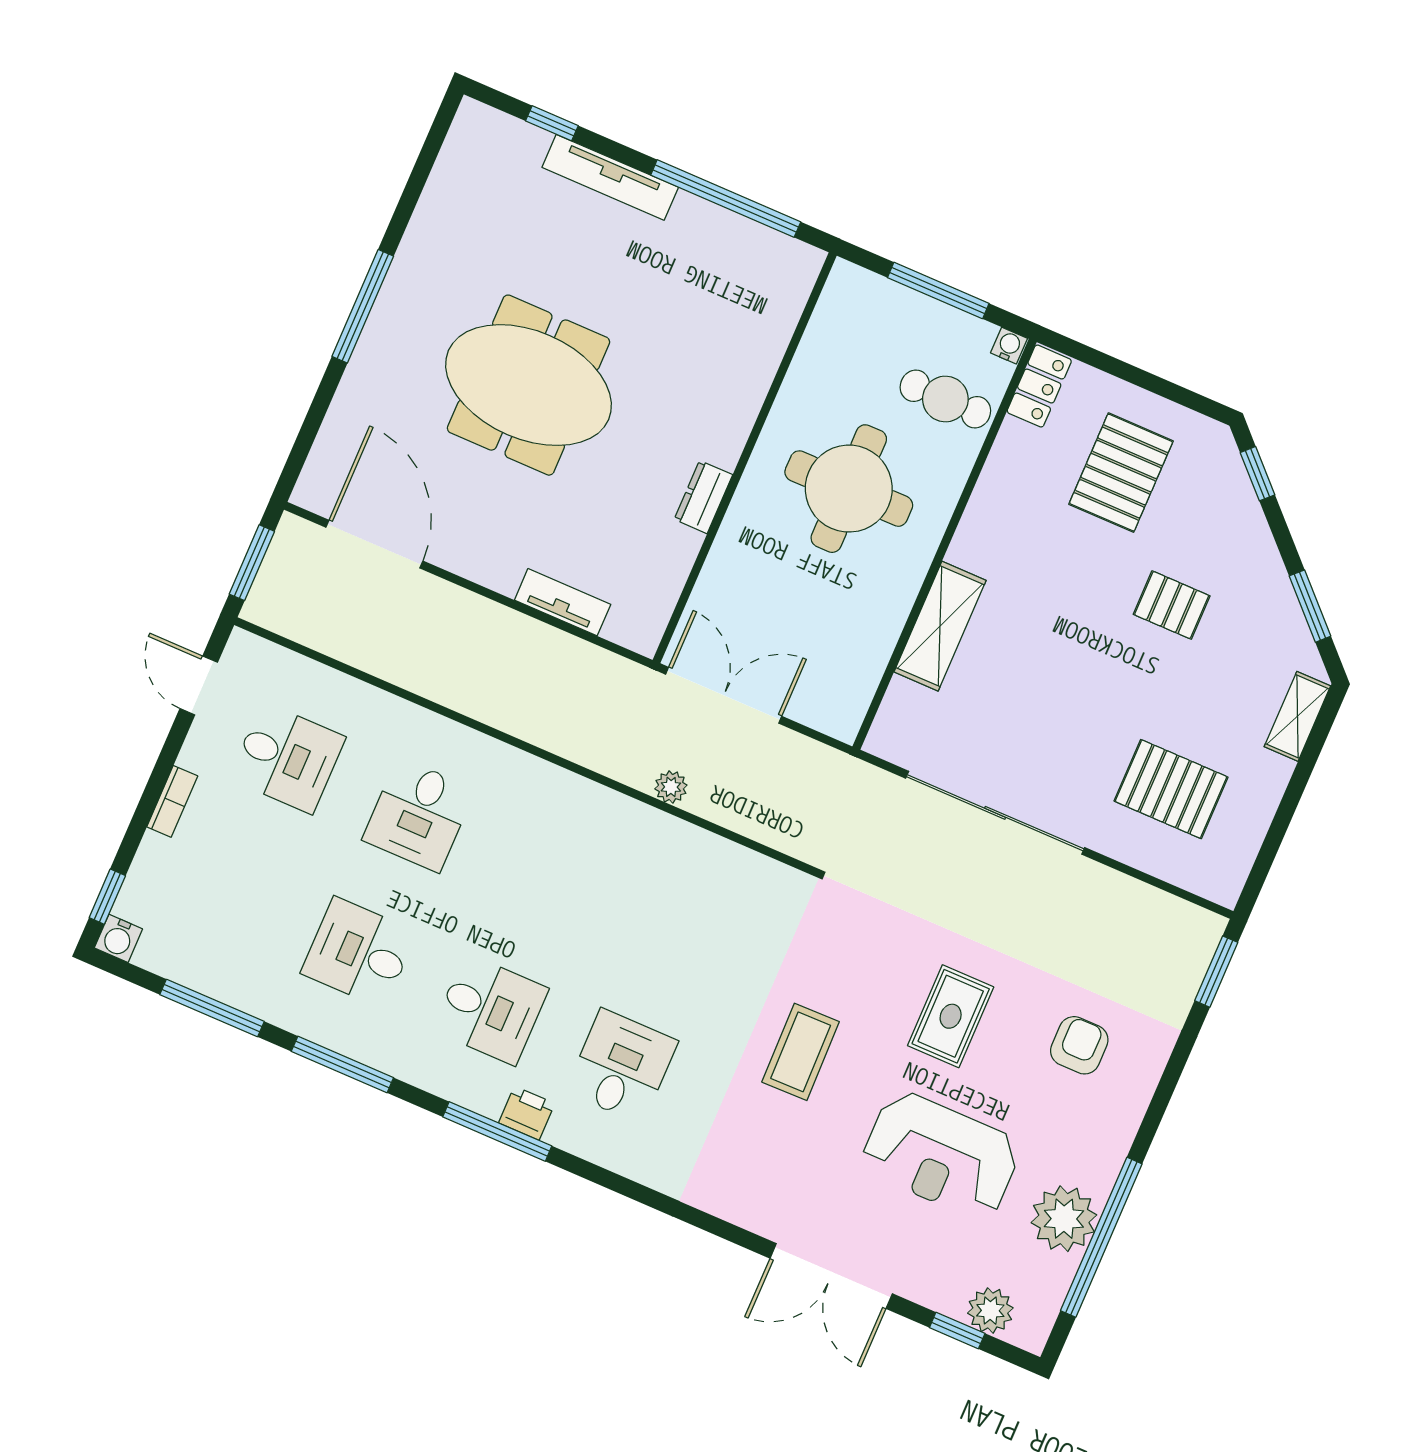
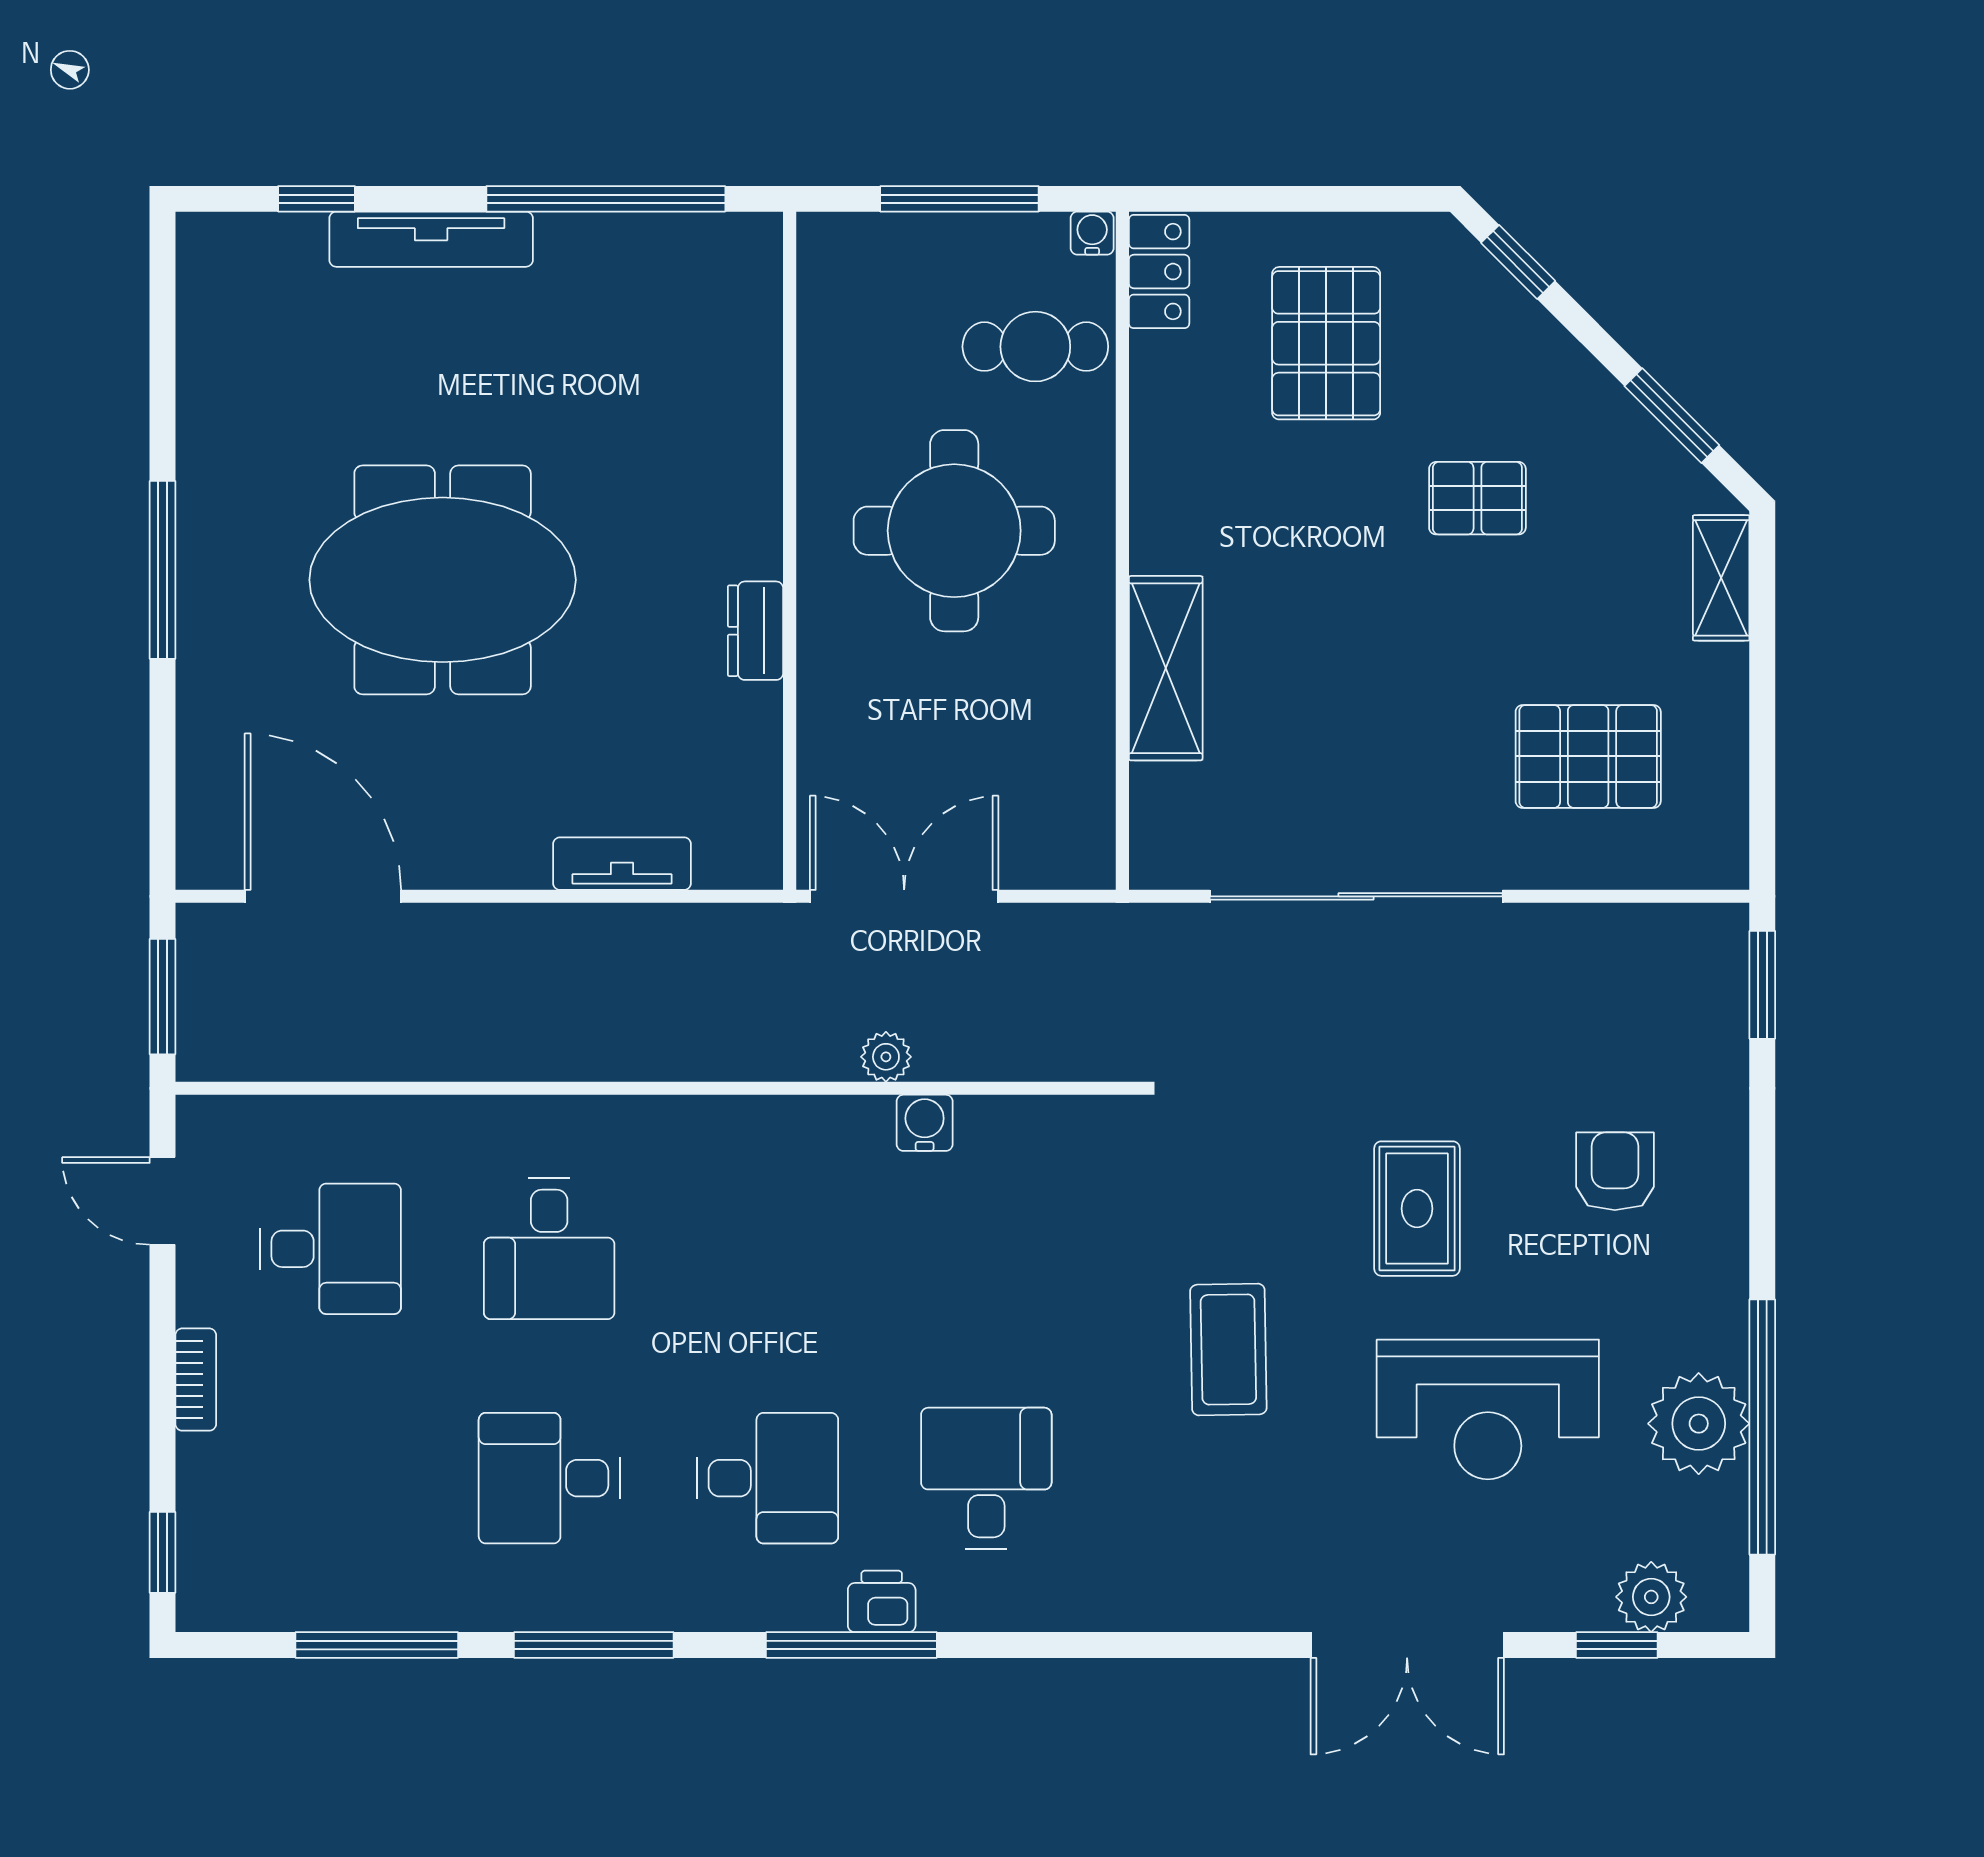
water cooler: (118, 938) -> (925, 1123), moved, turned 180

